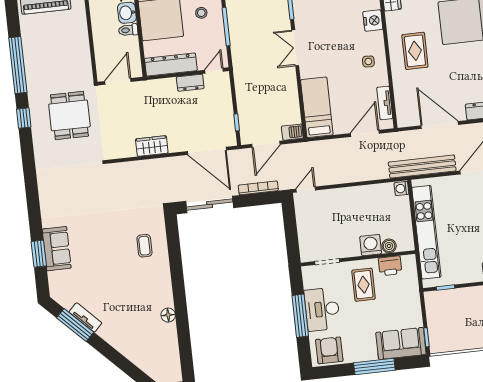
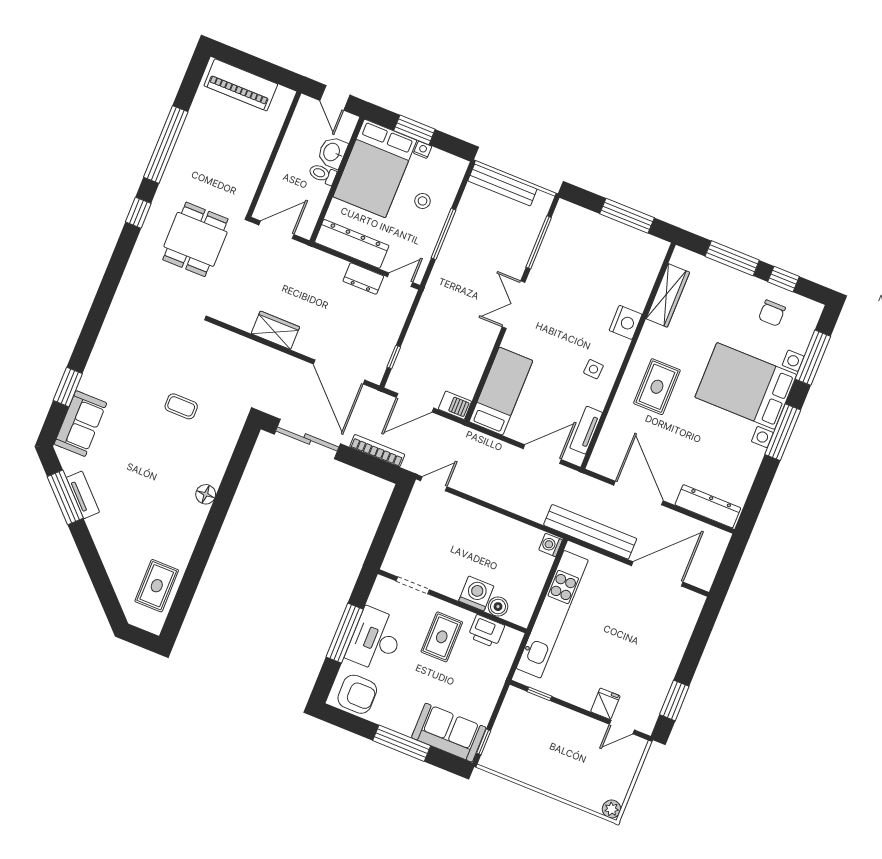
coffee table: (144, 246) -> (181, 406), moved, turned 90
sofa: (57, 249) -> (80, 424), moved
floor lamp: (168, 315) -> (206, 494), moved
rug: (164, 350) -> (157, 586), added
armchair: (329, 350) -> (357, 694), turned 90

